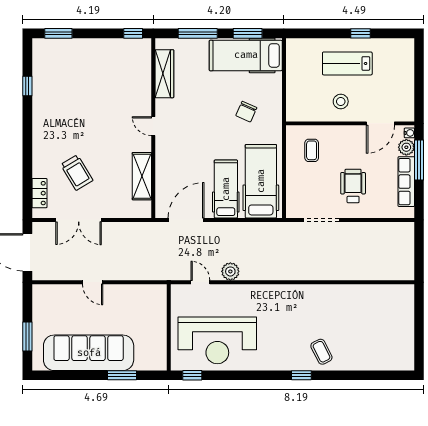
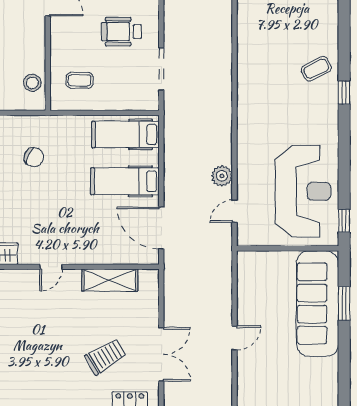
stool: (341, 101) -> (32, 83), moved
hospital bed: (261, 181) -> (125, 134), width x0.73, depth x0.78
sofa: (89, 353) -> (318, 304), moved

